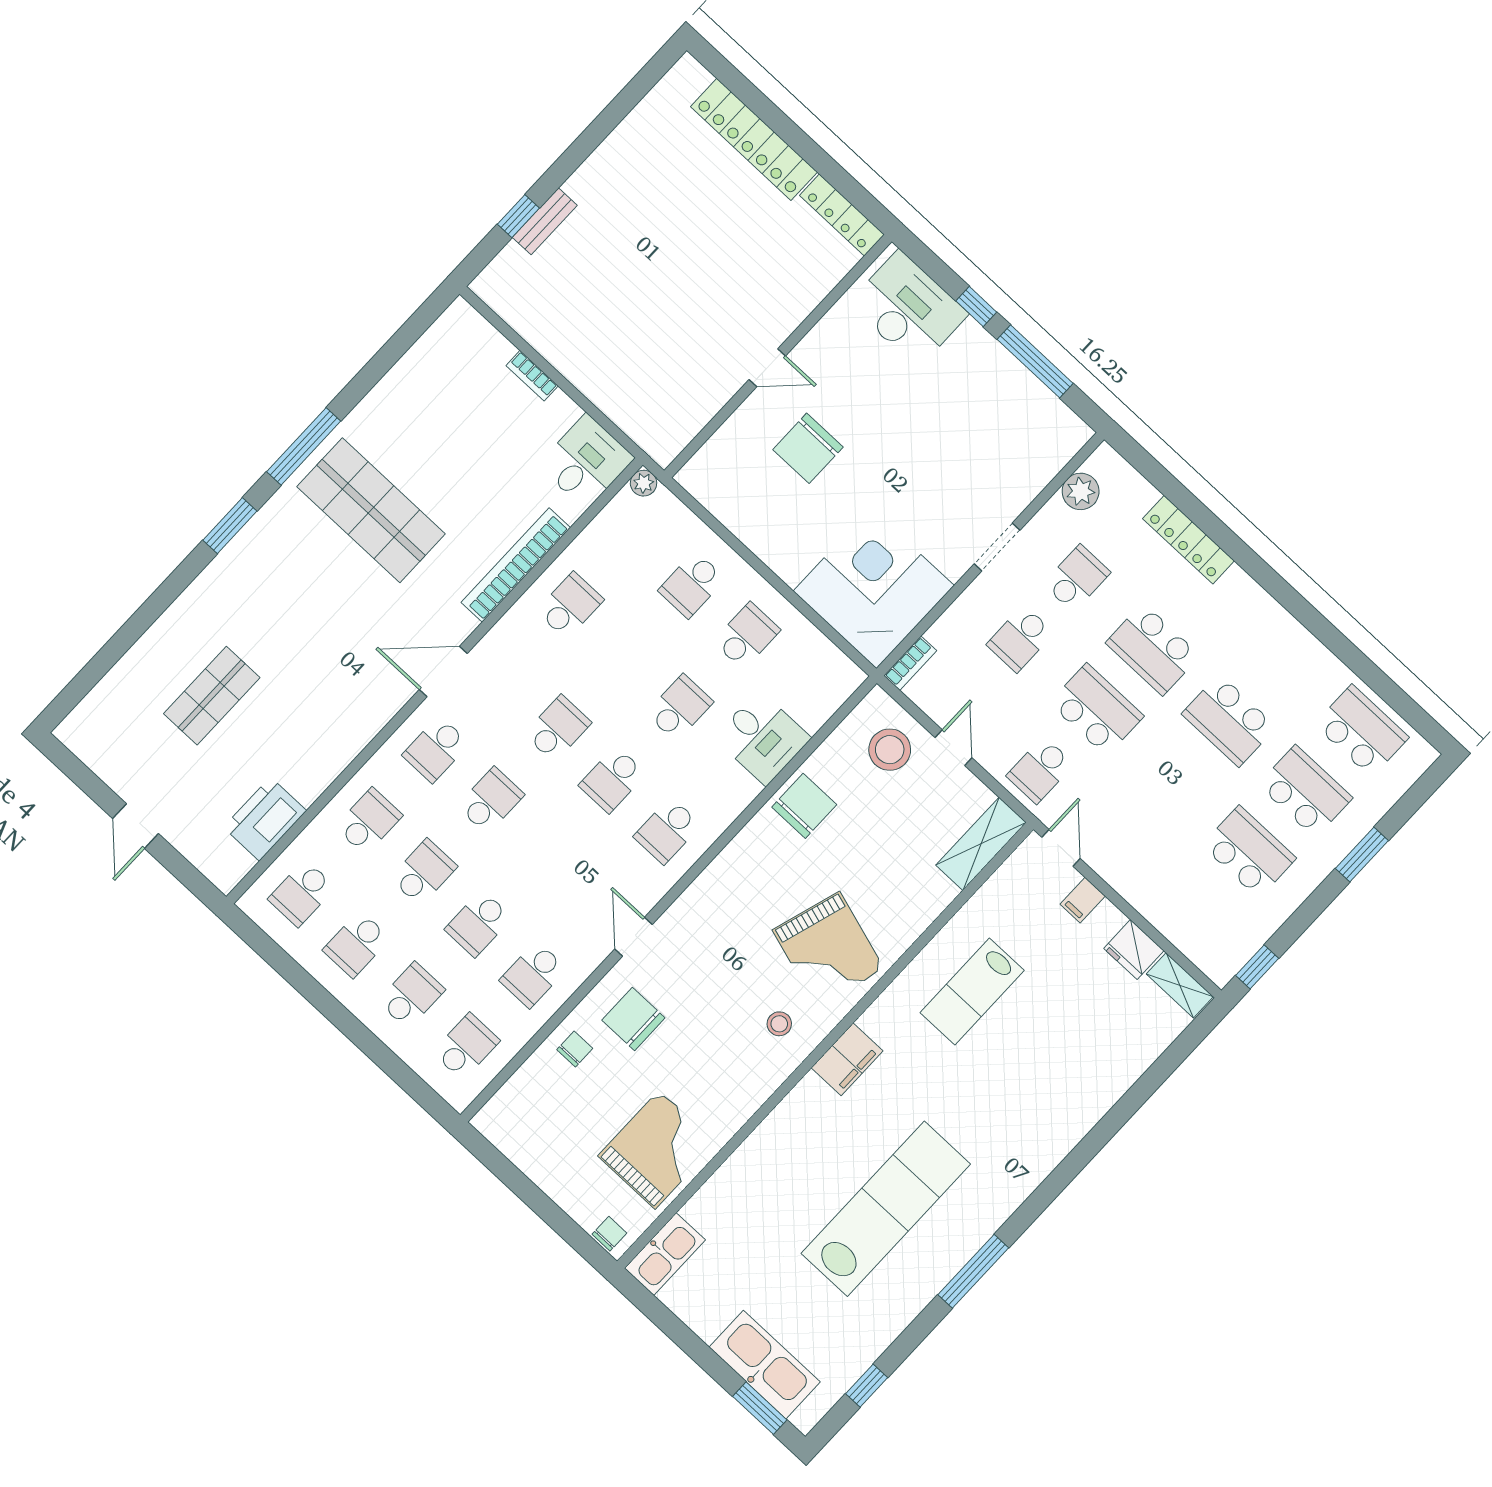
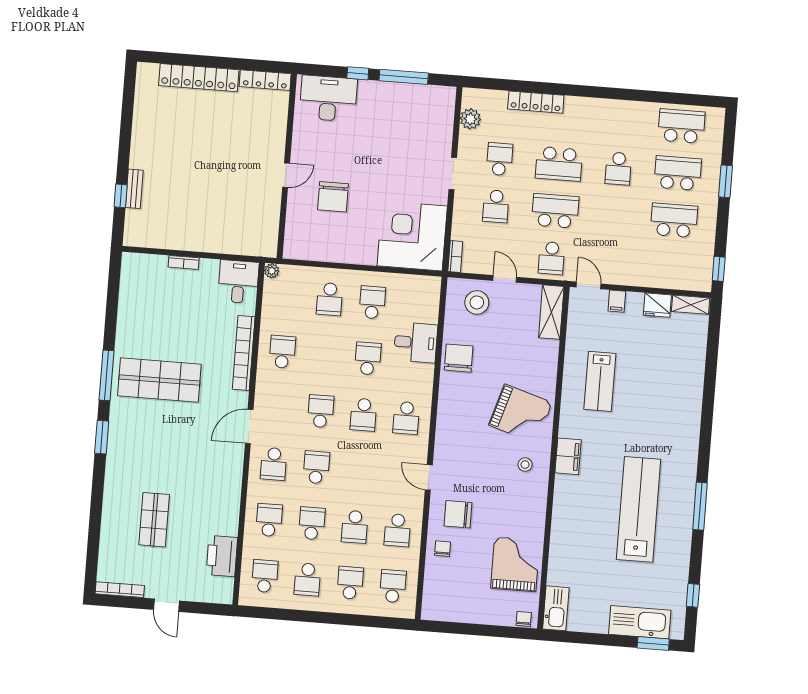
school desk: (1229, 720) -> (618, 169), width x0.54
bookcase: (88, 754) -> (120, 590), added
school desk: (302, 893) -> (265, 576), turned 180

